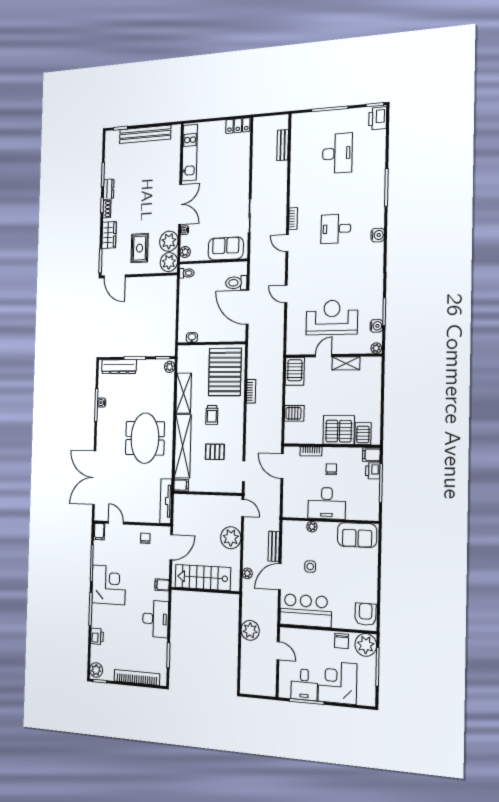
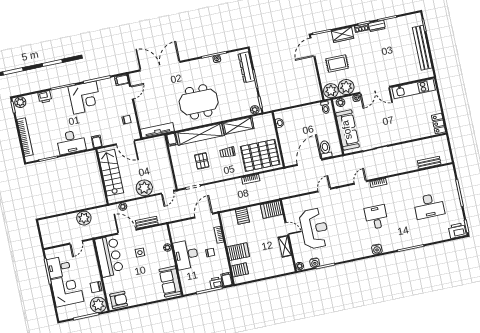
sofa: (226, 249) -> (347, 130), width x1.36
server rack: (339, 430) -> (238, 252), width x0.62

